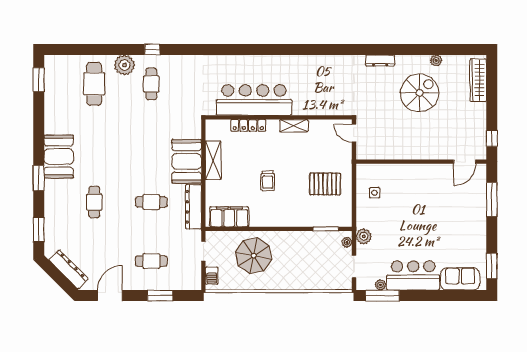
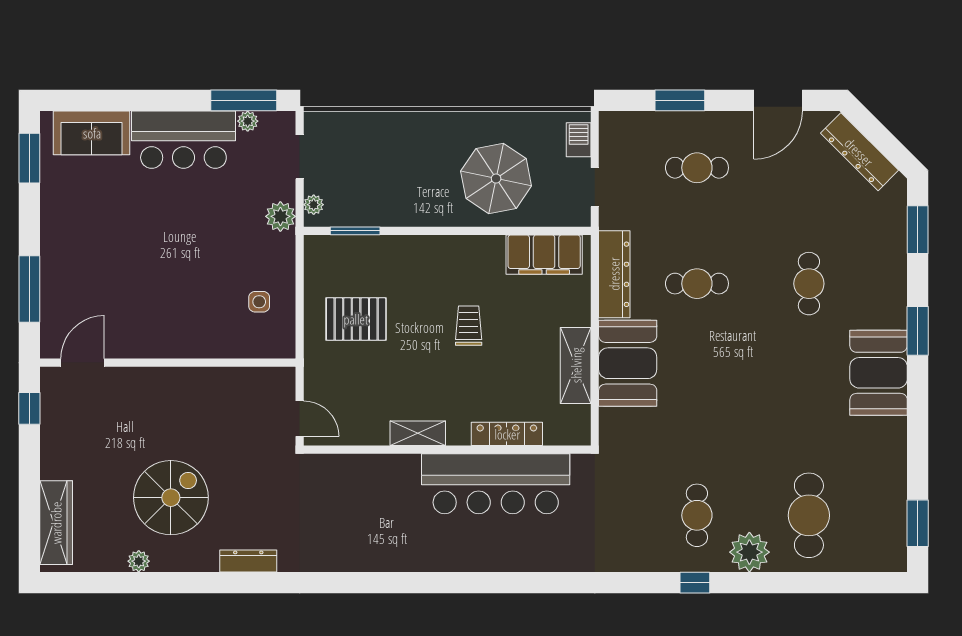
spiral stairs: (420, 93) -> (171, 498), turned 180

